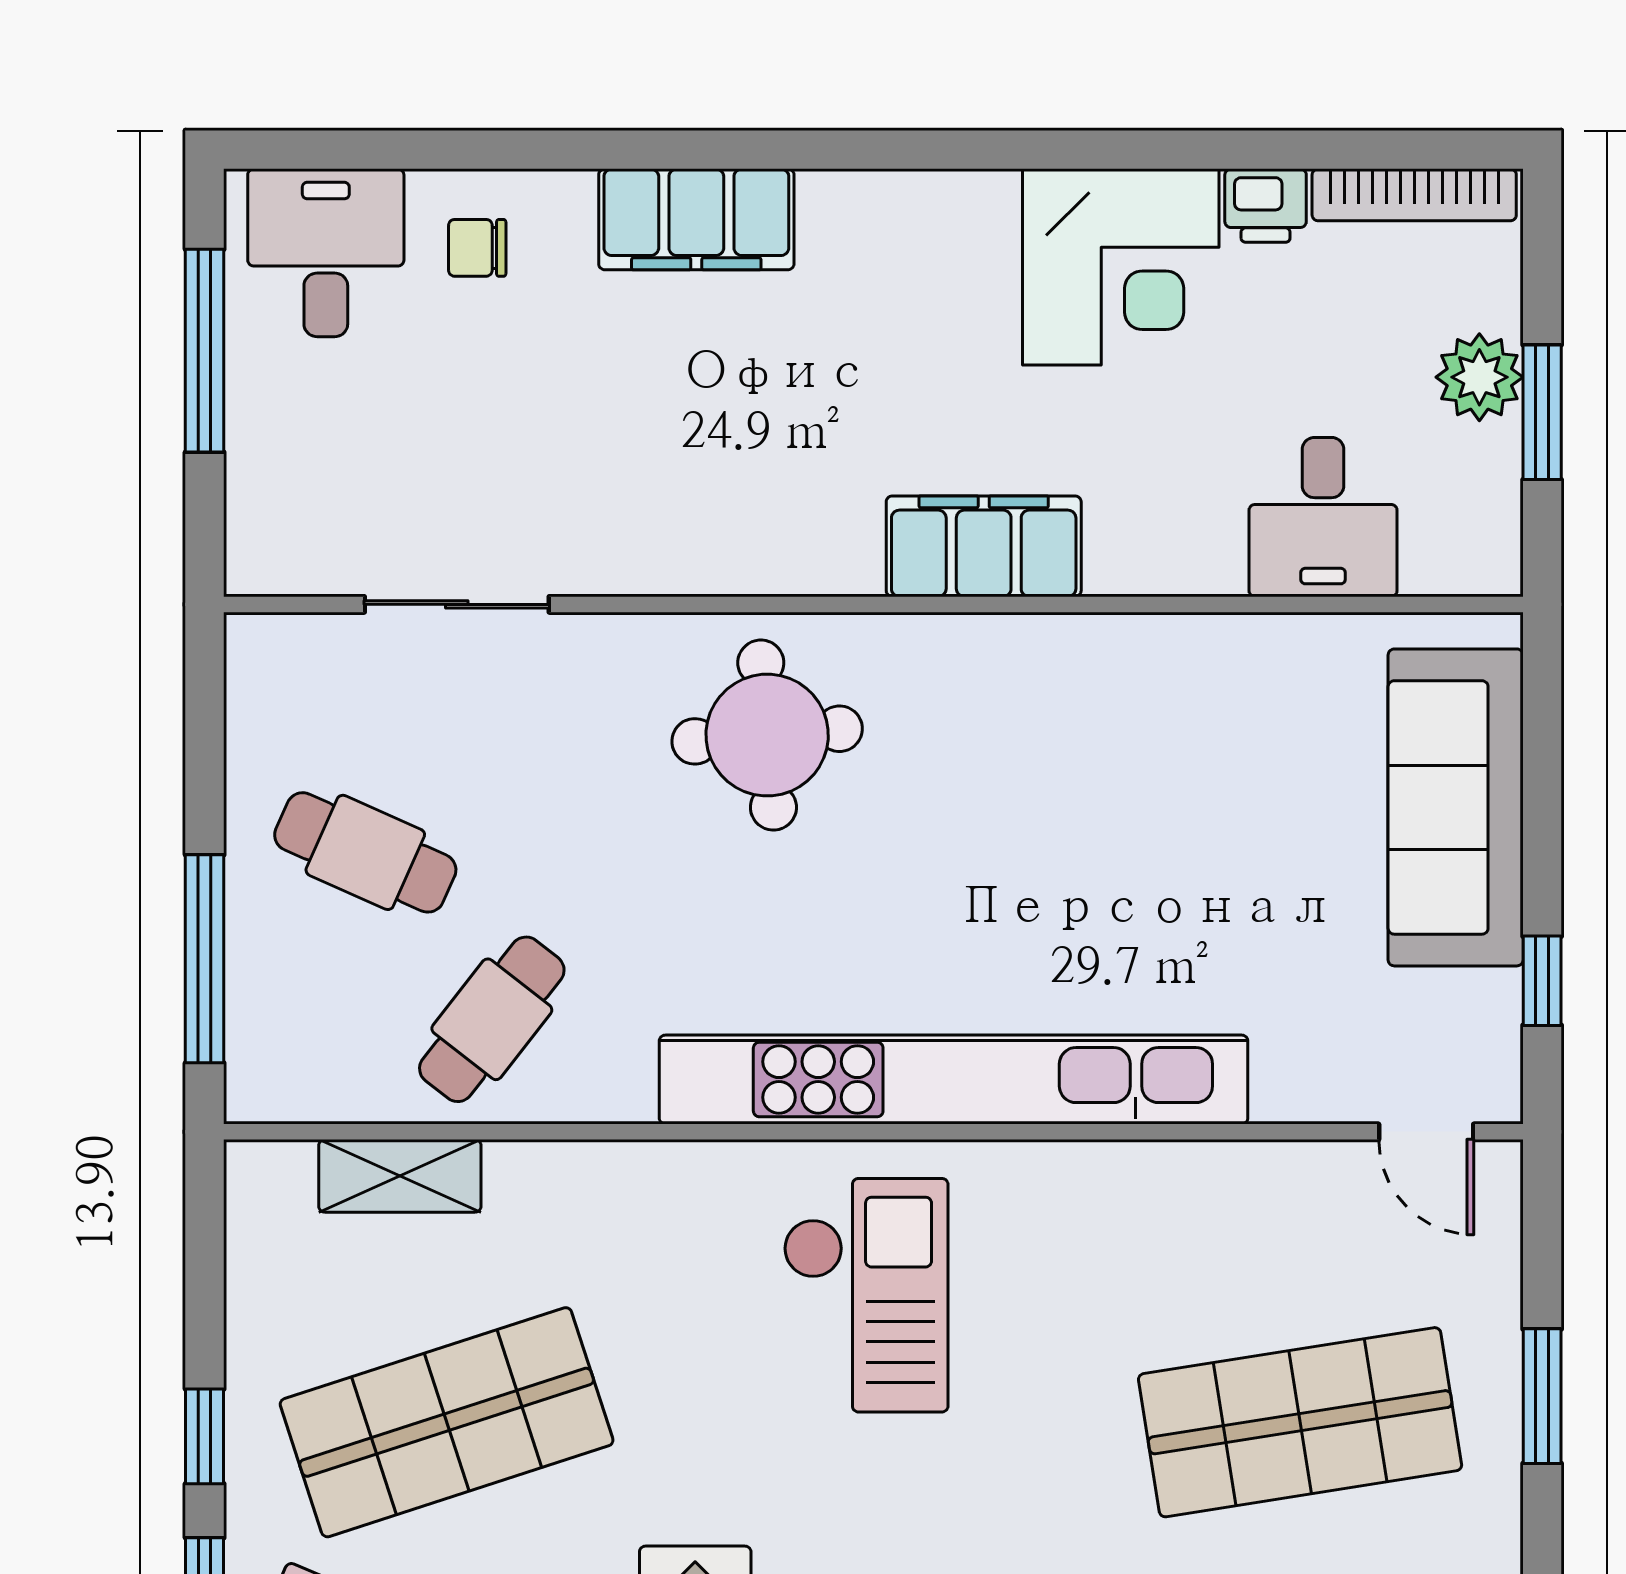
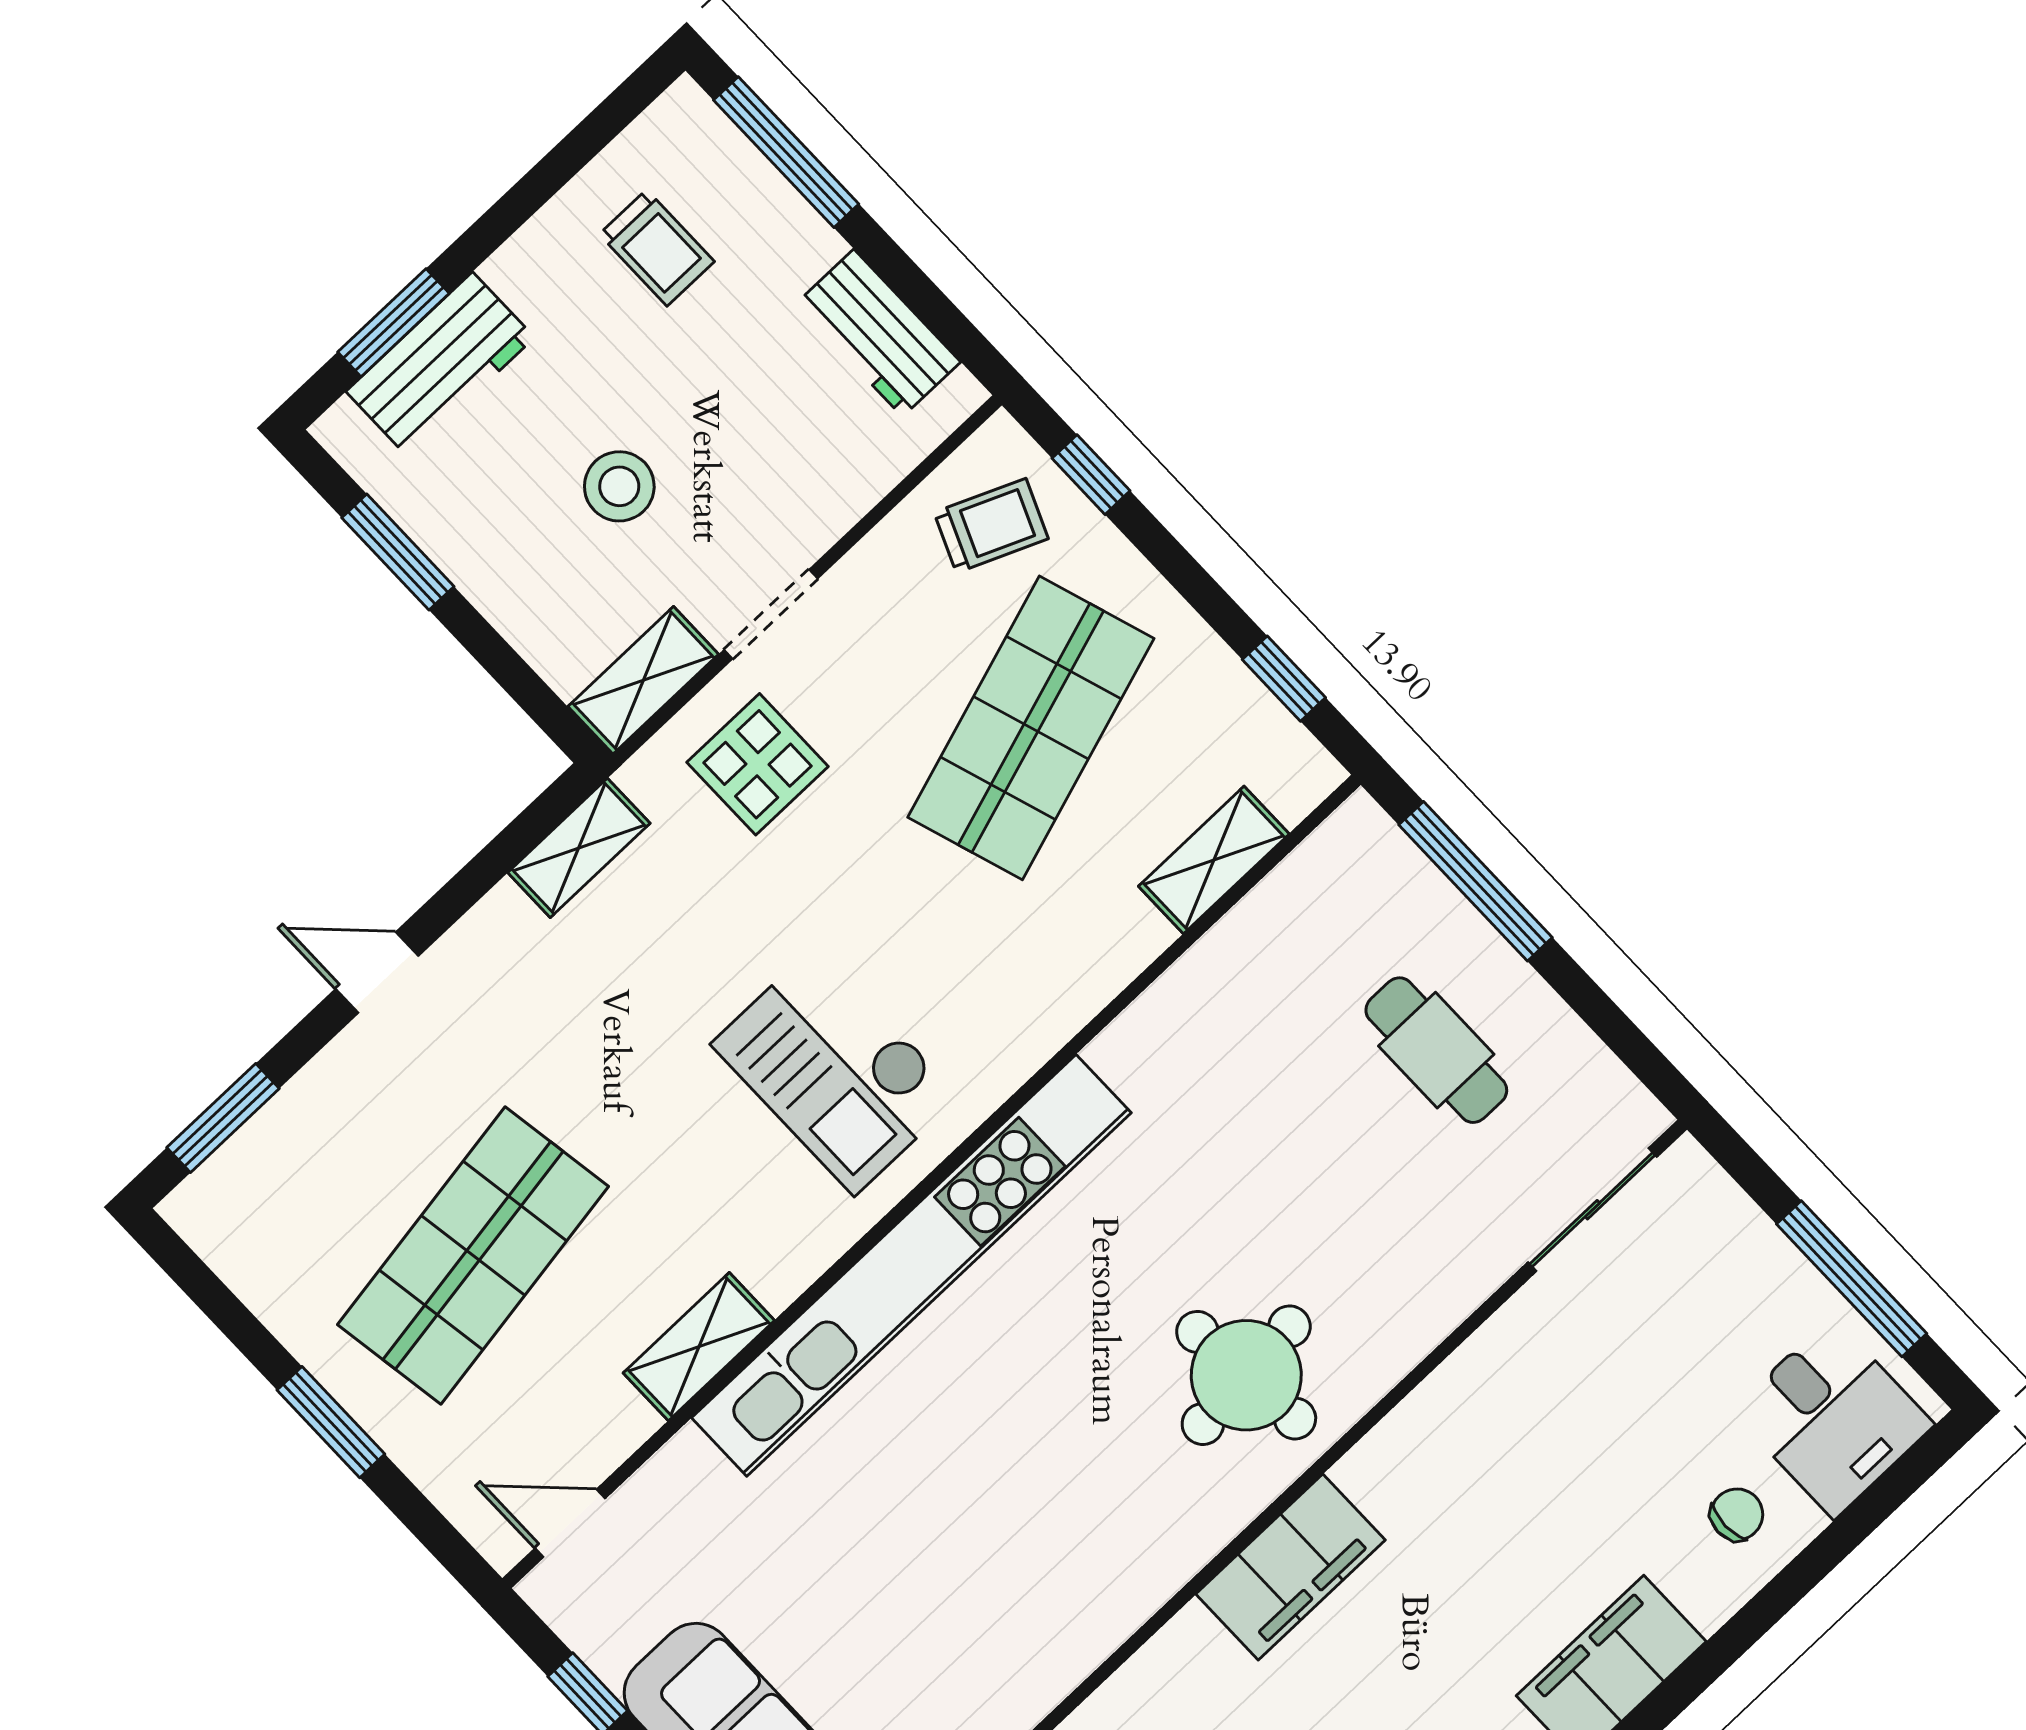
filing cabinet: (984, 546) -> (1291, 1567), moved
sliding door: (457, 604) -> (1592, 1210), moved
cafe table: (365, 852) -> (1436, 1050), turned 66
cafe table: (492, 1019) -> (1250, 1019), removed
shelving: (1187, 1176) -> (699, 1347), added
window: (205, 1436) -> (1284, 679), moved

